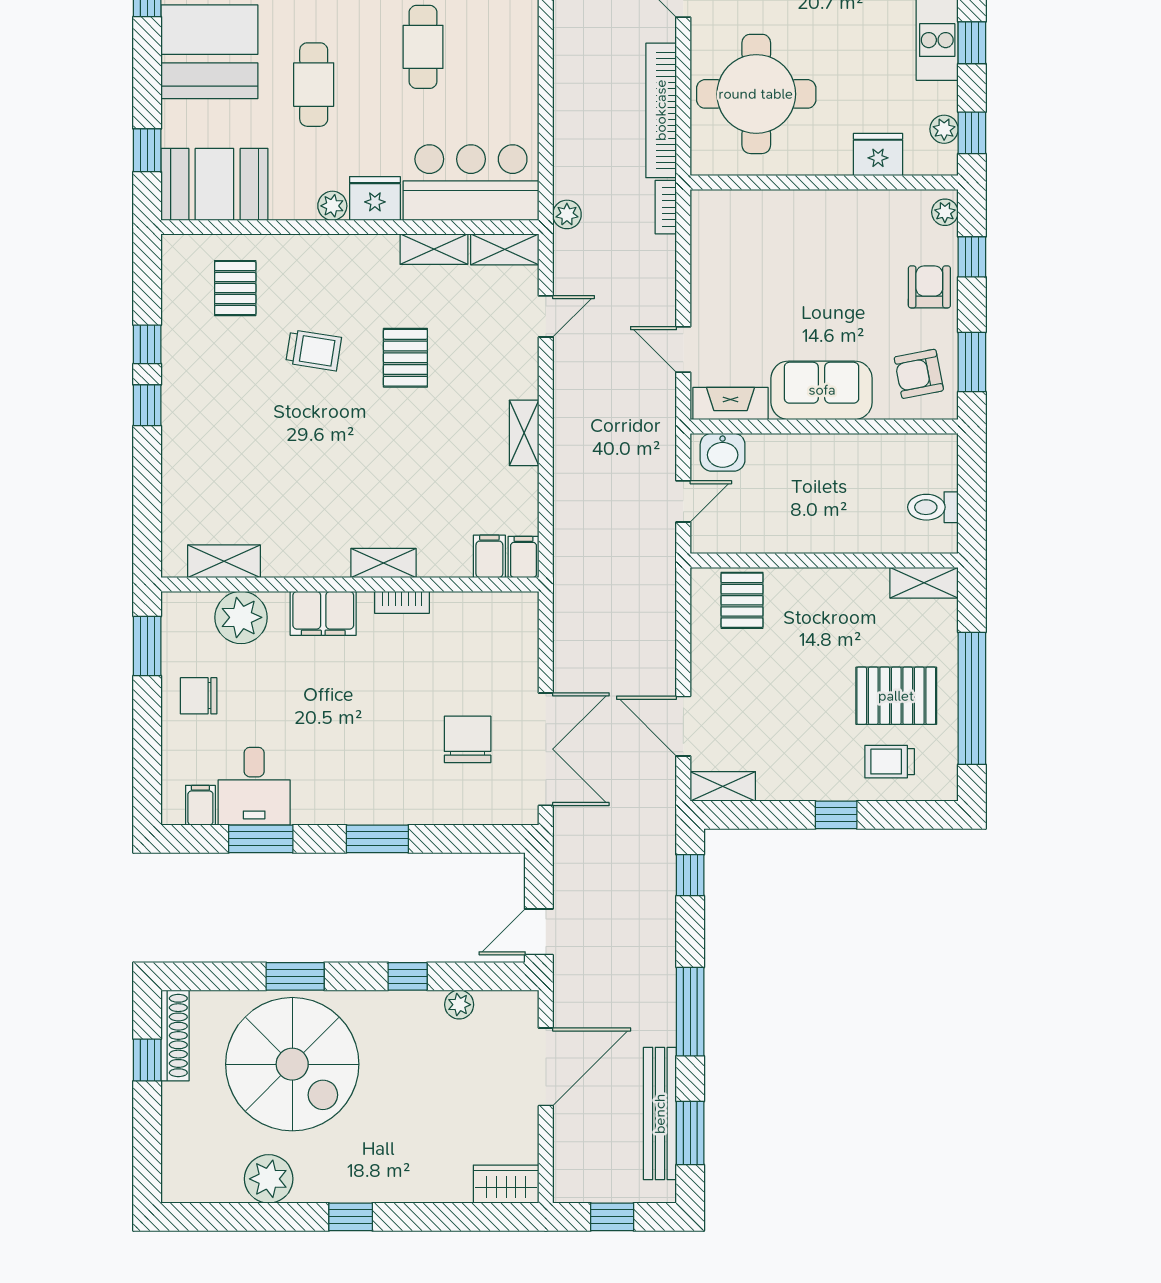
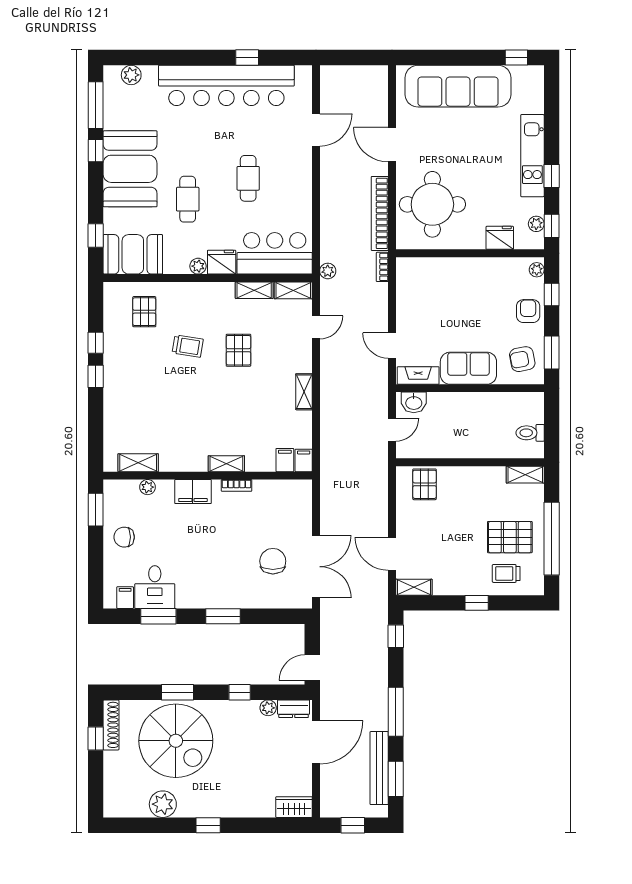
plant: (241, 617) -> (148, 487), width x0.53, depth x0.53
dresser: (505, 1006) -> (294, 709), added

